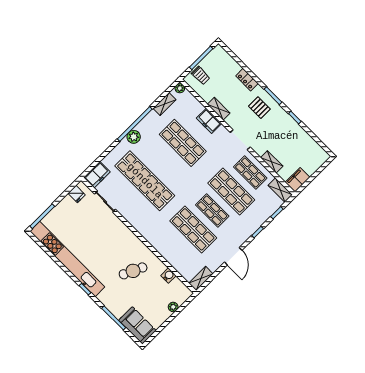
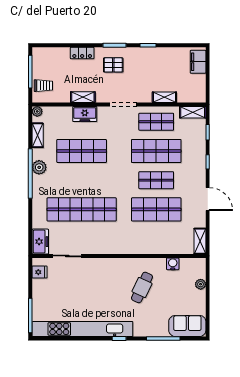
plant: (134, 137) -> (39, 167), moved
filing cabinet: (298, 180) -> (198, 62), moved

